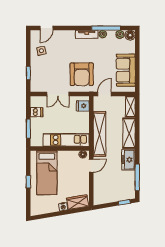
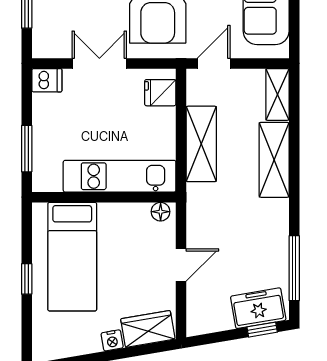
double door: (58, 94) -> (99, 63), swing flipped
dishwasher: (37, 112) -> (47, 80), moved
shelving: (99, 134) -> (201, 144), width x0.68
freezer: (128, 160) -> (258, 308), moved, turned 80
door: (91, 166) -> (181, 265), moved

